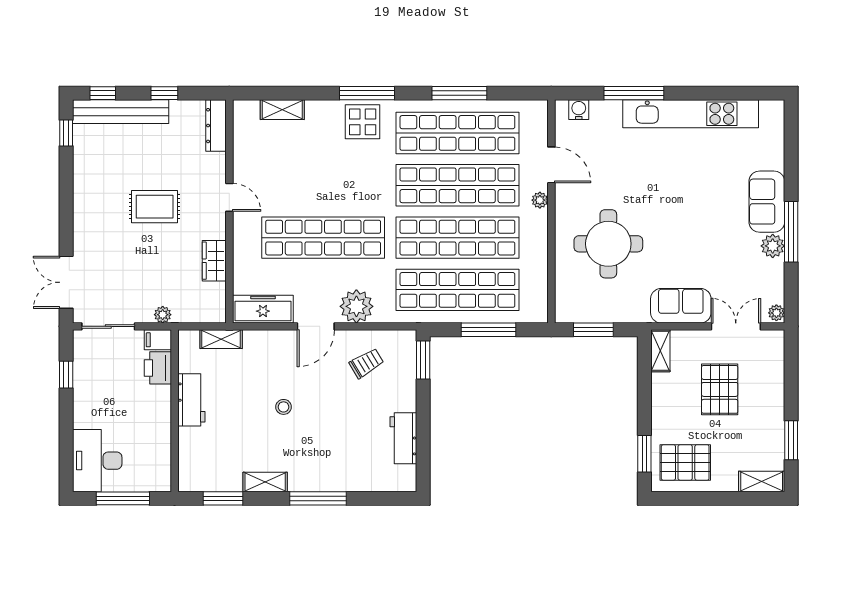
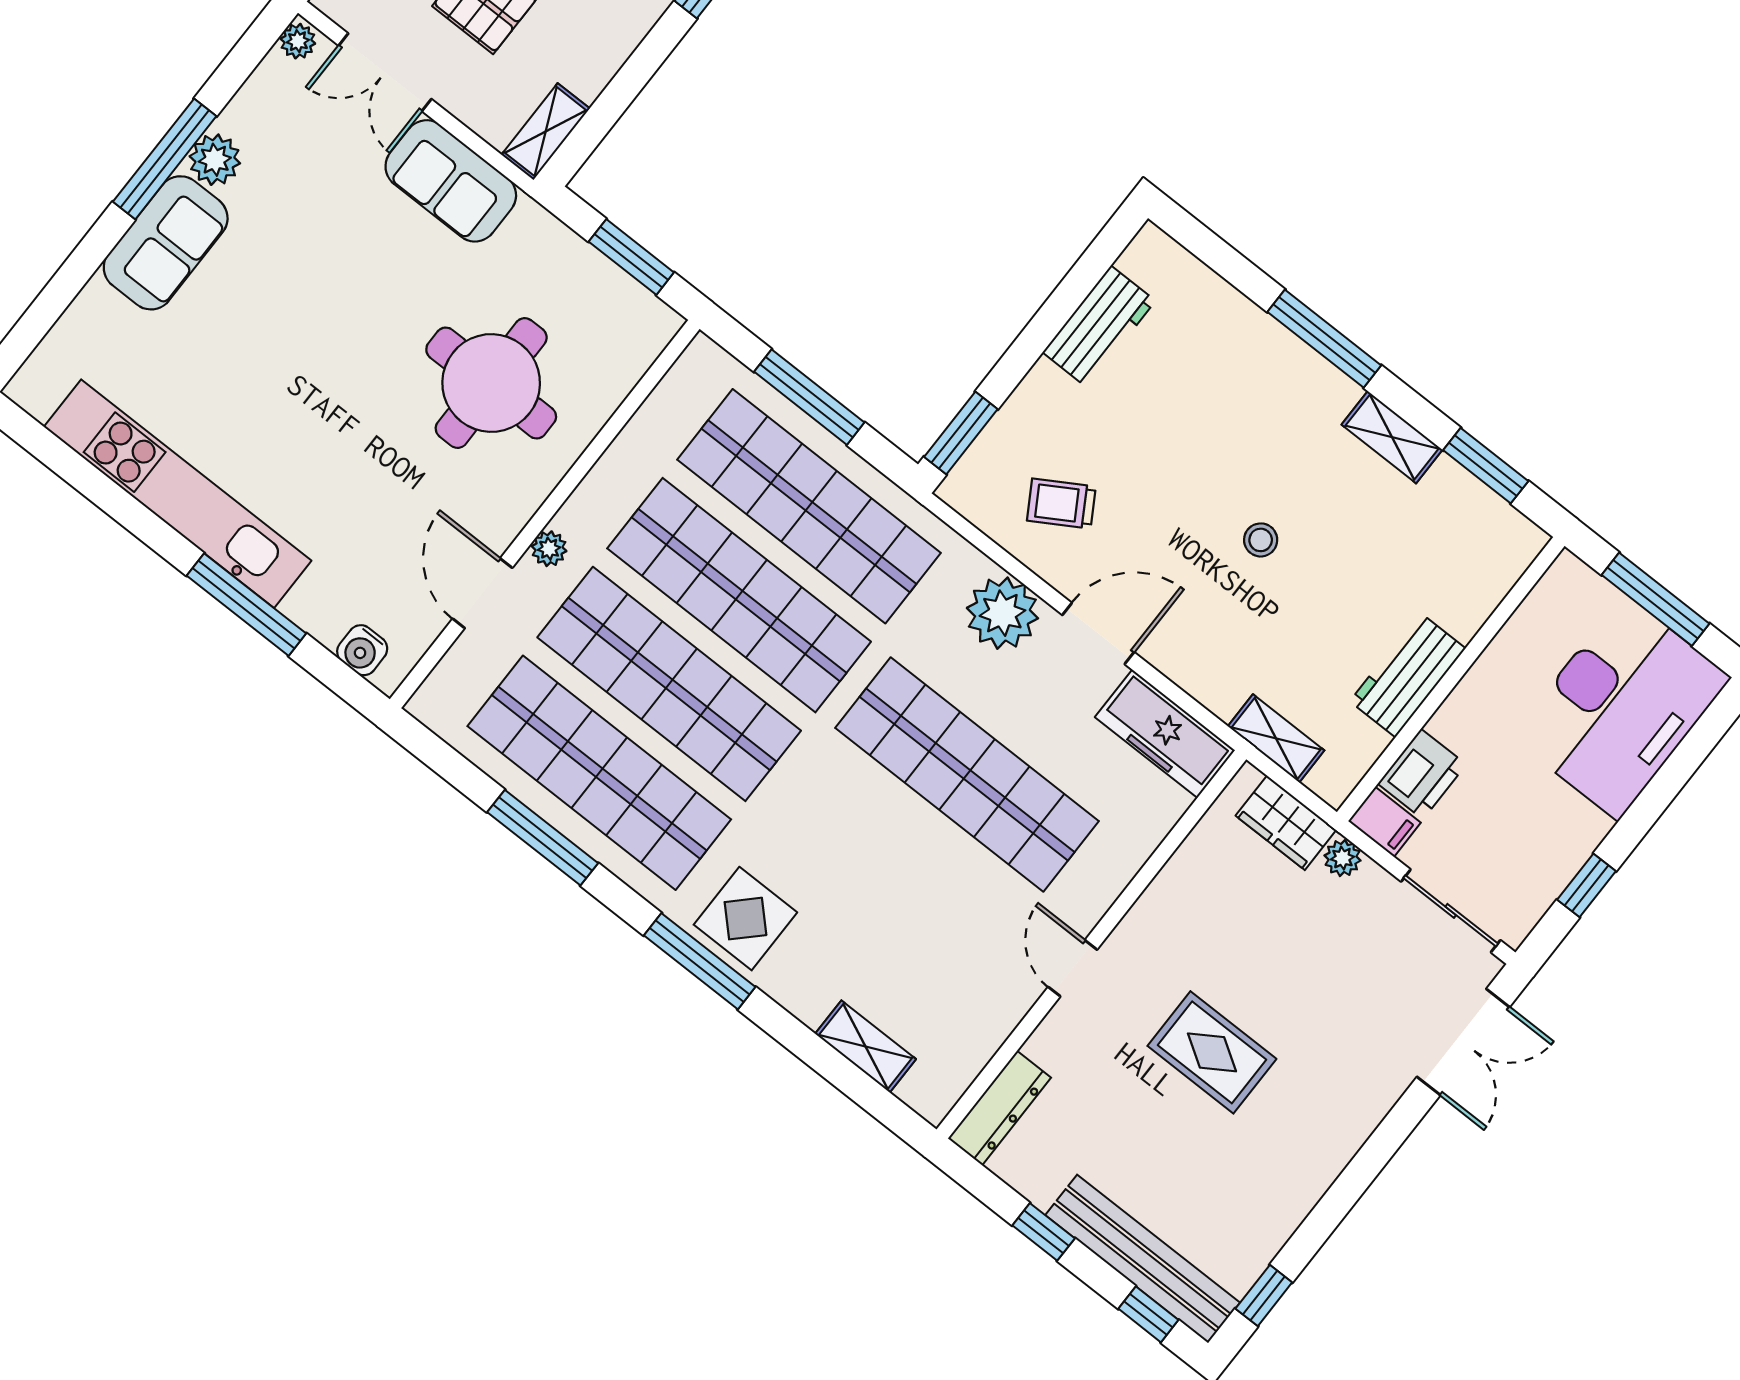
wardrobe: (214, 261) -> (1286, 823), moved, turned 90
desk: (97, 461) -> (1621, 707), width x1.36, depth x1.30

